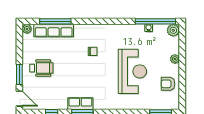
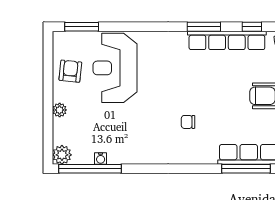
reception desk: (132, 71) -> (115, 68), moved
armchair: (168, 84) -> (70, 71), turned -84
row of seats: (80, 104) -> (227, 40), width x2.02

